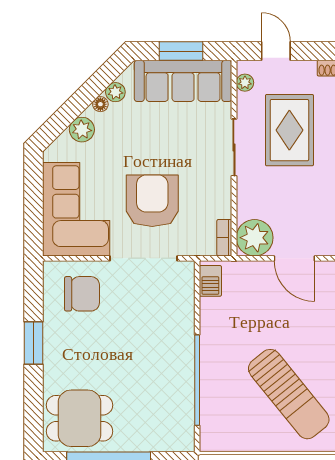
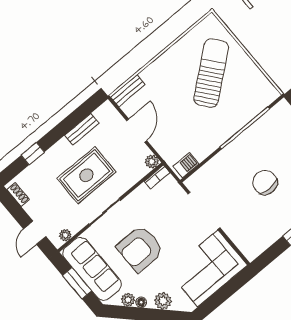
rug: (289, 130) -> (86, 175), moved
armchair: (152, 201) -> (140, 249), moved
plant: (255, 238) -> (152, 162), width x0.53, depth x0.53
chair: (82, 294) -> (265, 183), moved

